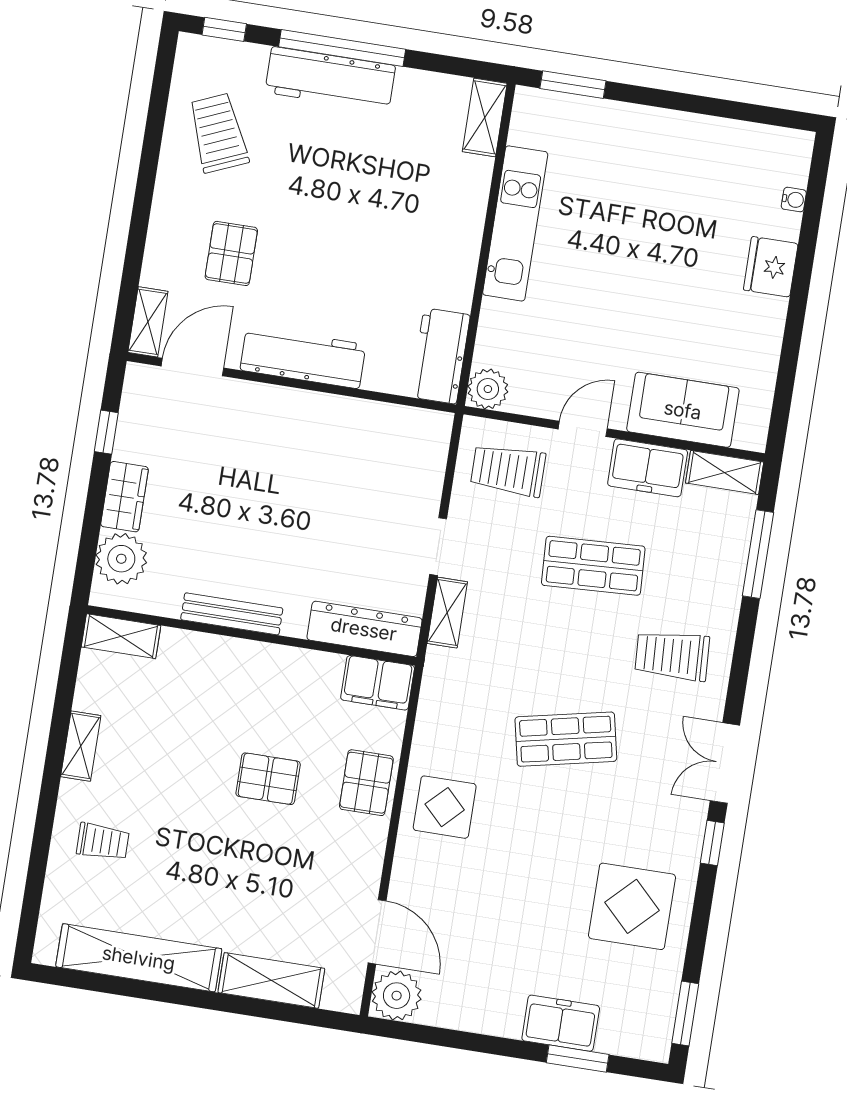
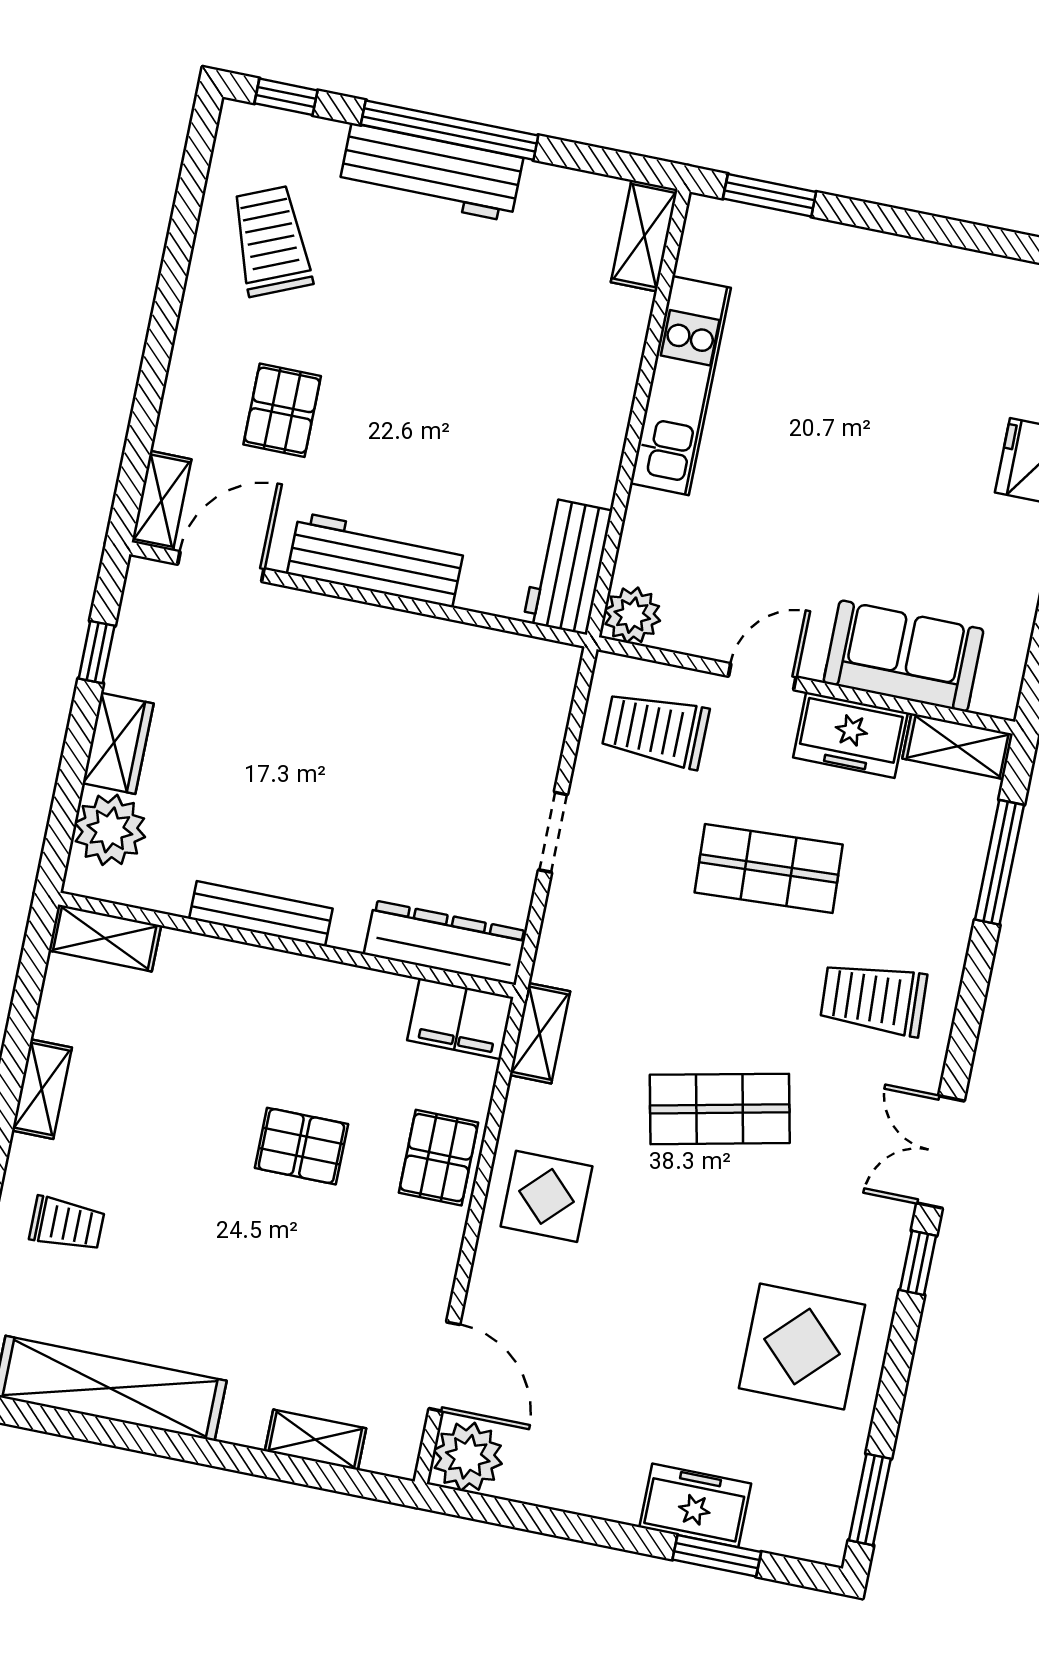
shelving: (447, 613) -> (540, 1033), moved
shelving: (271, 980) -> (315, 1440), width x0.67, depth x0.75

